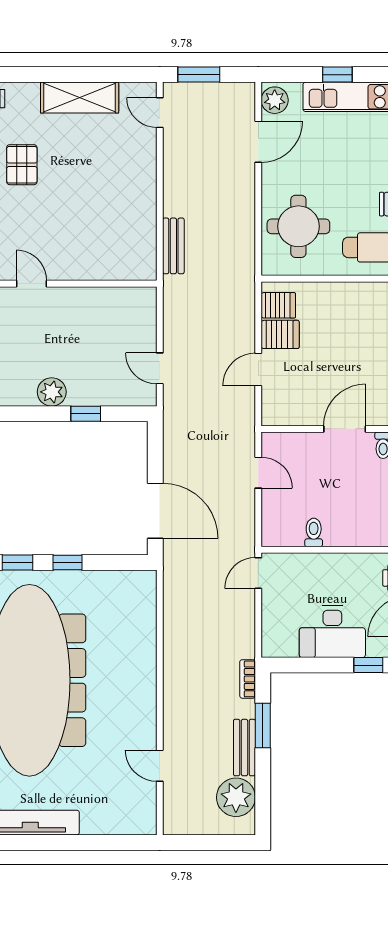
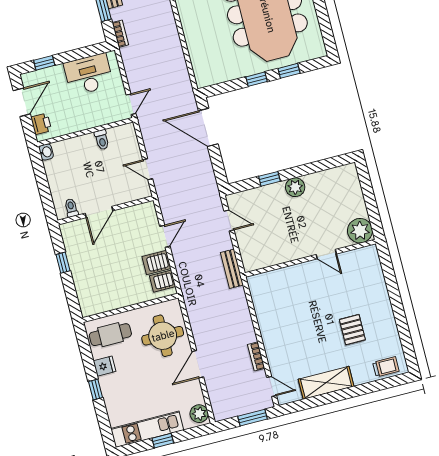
door: (258, 142) -> (198, 364), moved
bookcase: (171, 162) -> (256, 356), added
bench: (173, 246) -> (232, 269), moved
desk: (332, 632) -> (88, 74), moved

